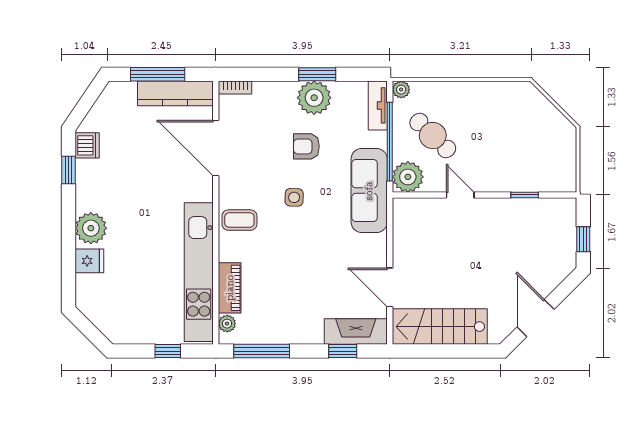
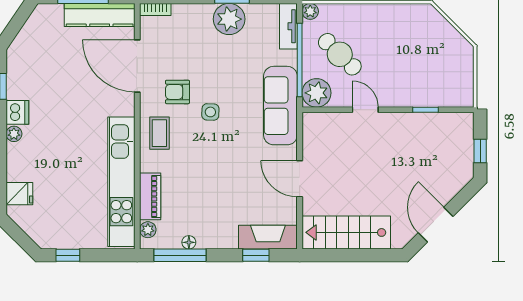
dishwasher: (87, 145) -> (17, 112), moved
armchair: (306, 146) -> (177, 92), moved
coffee table: (239, 220) -> (159, 133), turned 90
plant: (91, 228) -> (14, 134), width x0.53, depth x0.53
fridge: (89, 261) -> (19, 194), moved
door: (390, 287) -> (300, 179), moved
floor lamp: (271, 337) -> (189, 242), added
window: (168, 351) -> (68, 255), moved

